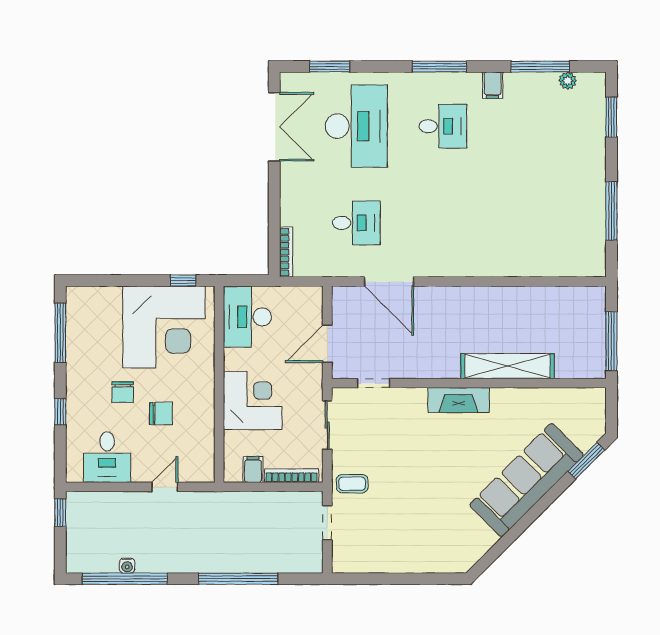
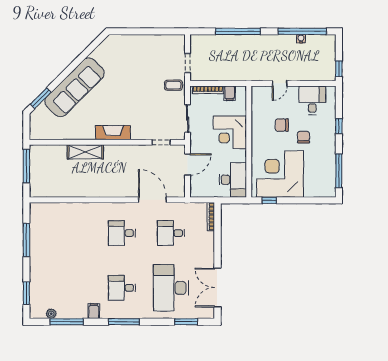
desk: (443, 223) -> (122, 233), added
shelving: (508, 366) -> (85, 152), width x0.68

